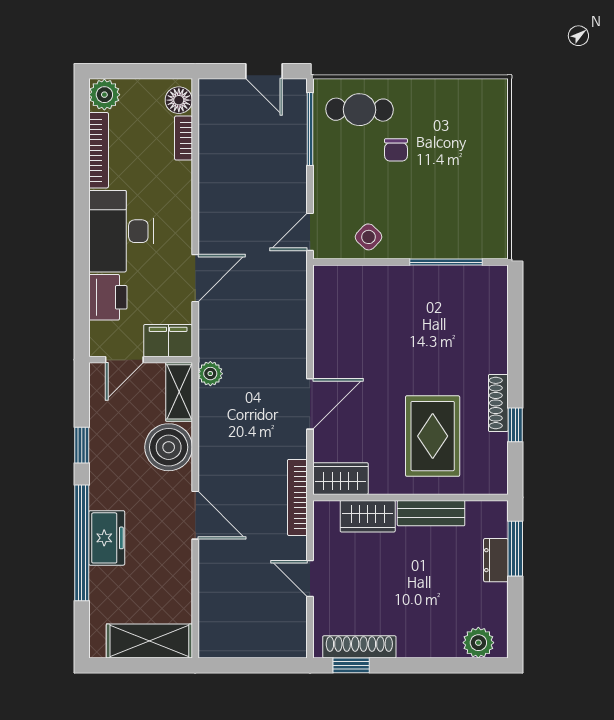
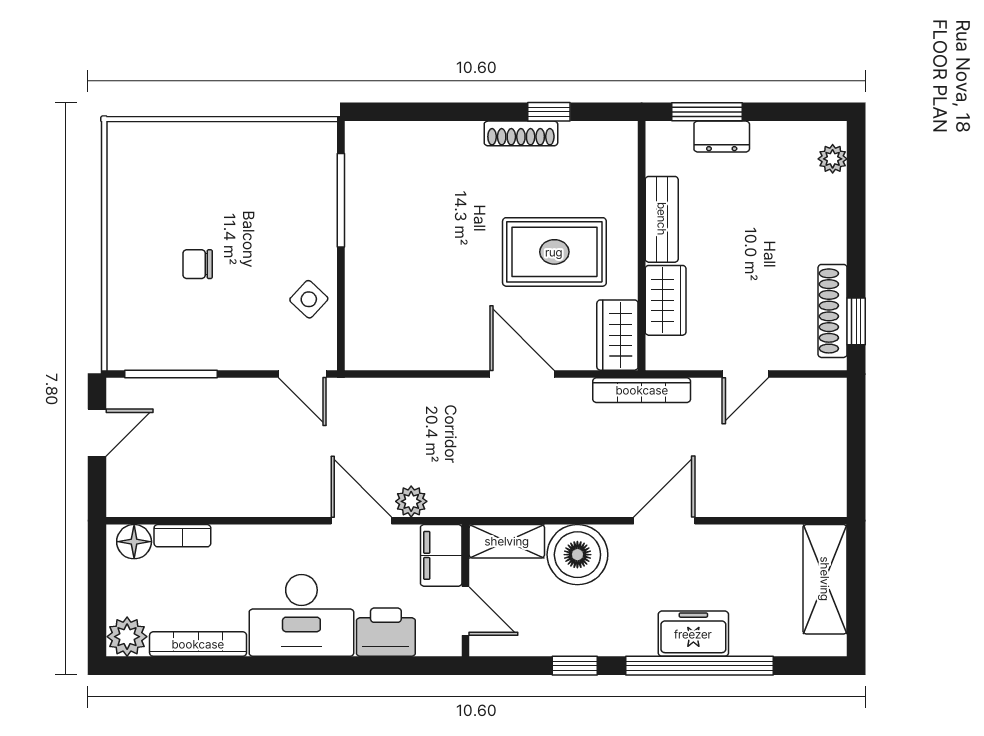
cafe table: (360, 110) -> (146, 311), removed
chair: (396, 150) -> (198, 264), turned 180
plant: (210, 374) -> (411, 501), moved
rug: (433, 436) -> (554, 252), moved
plant: (478, 643) -> (833, 159), width x0.73, depth x0.73

